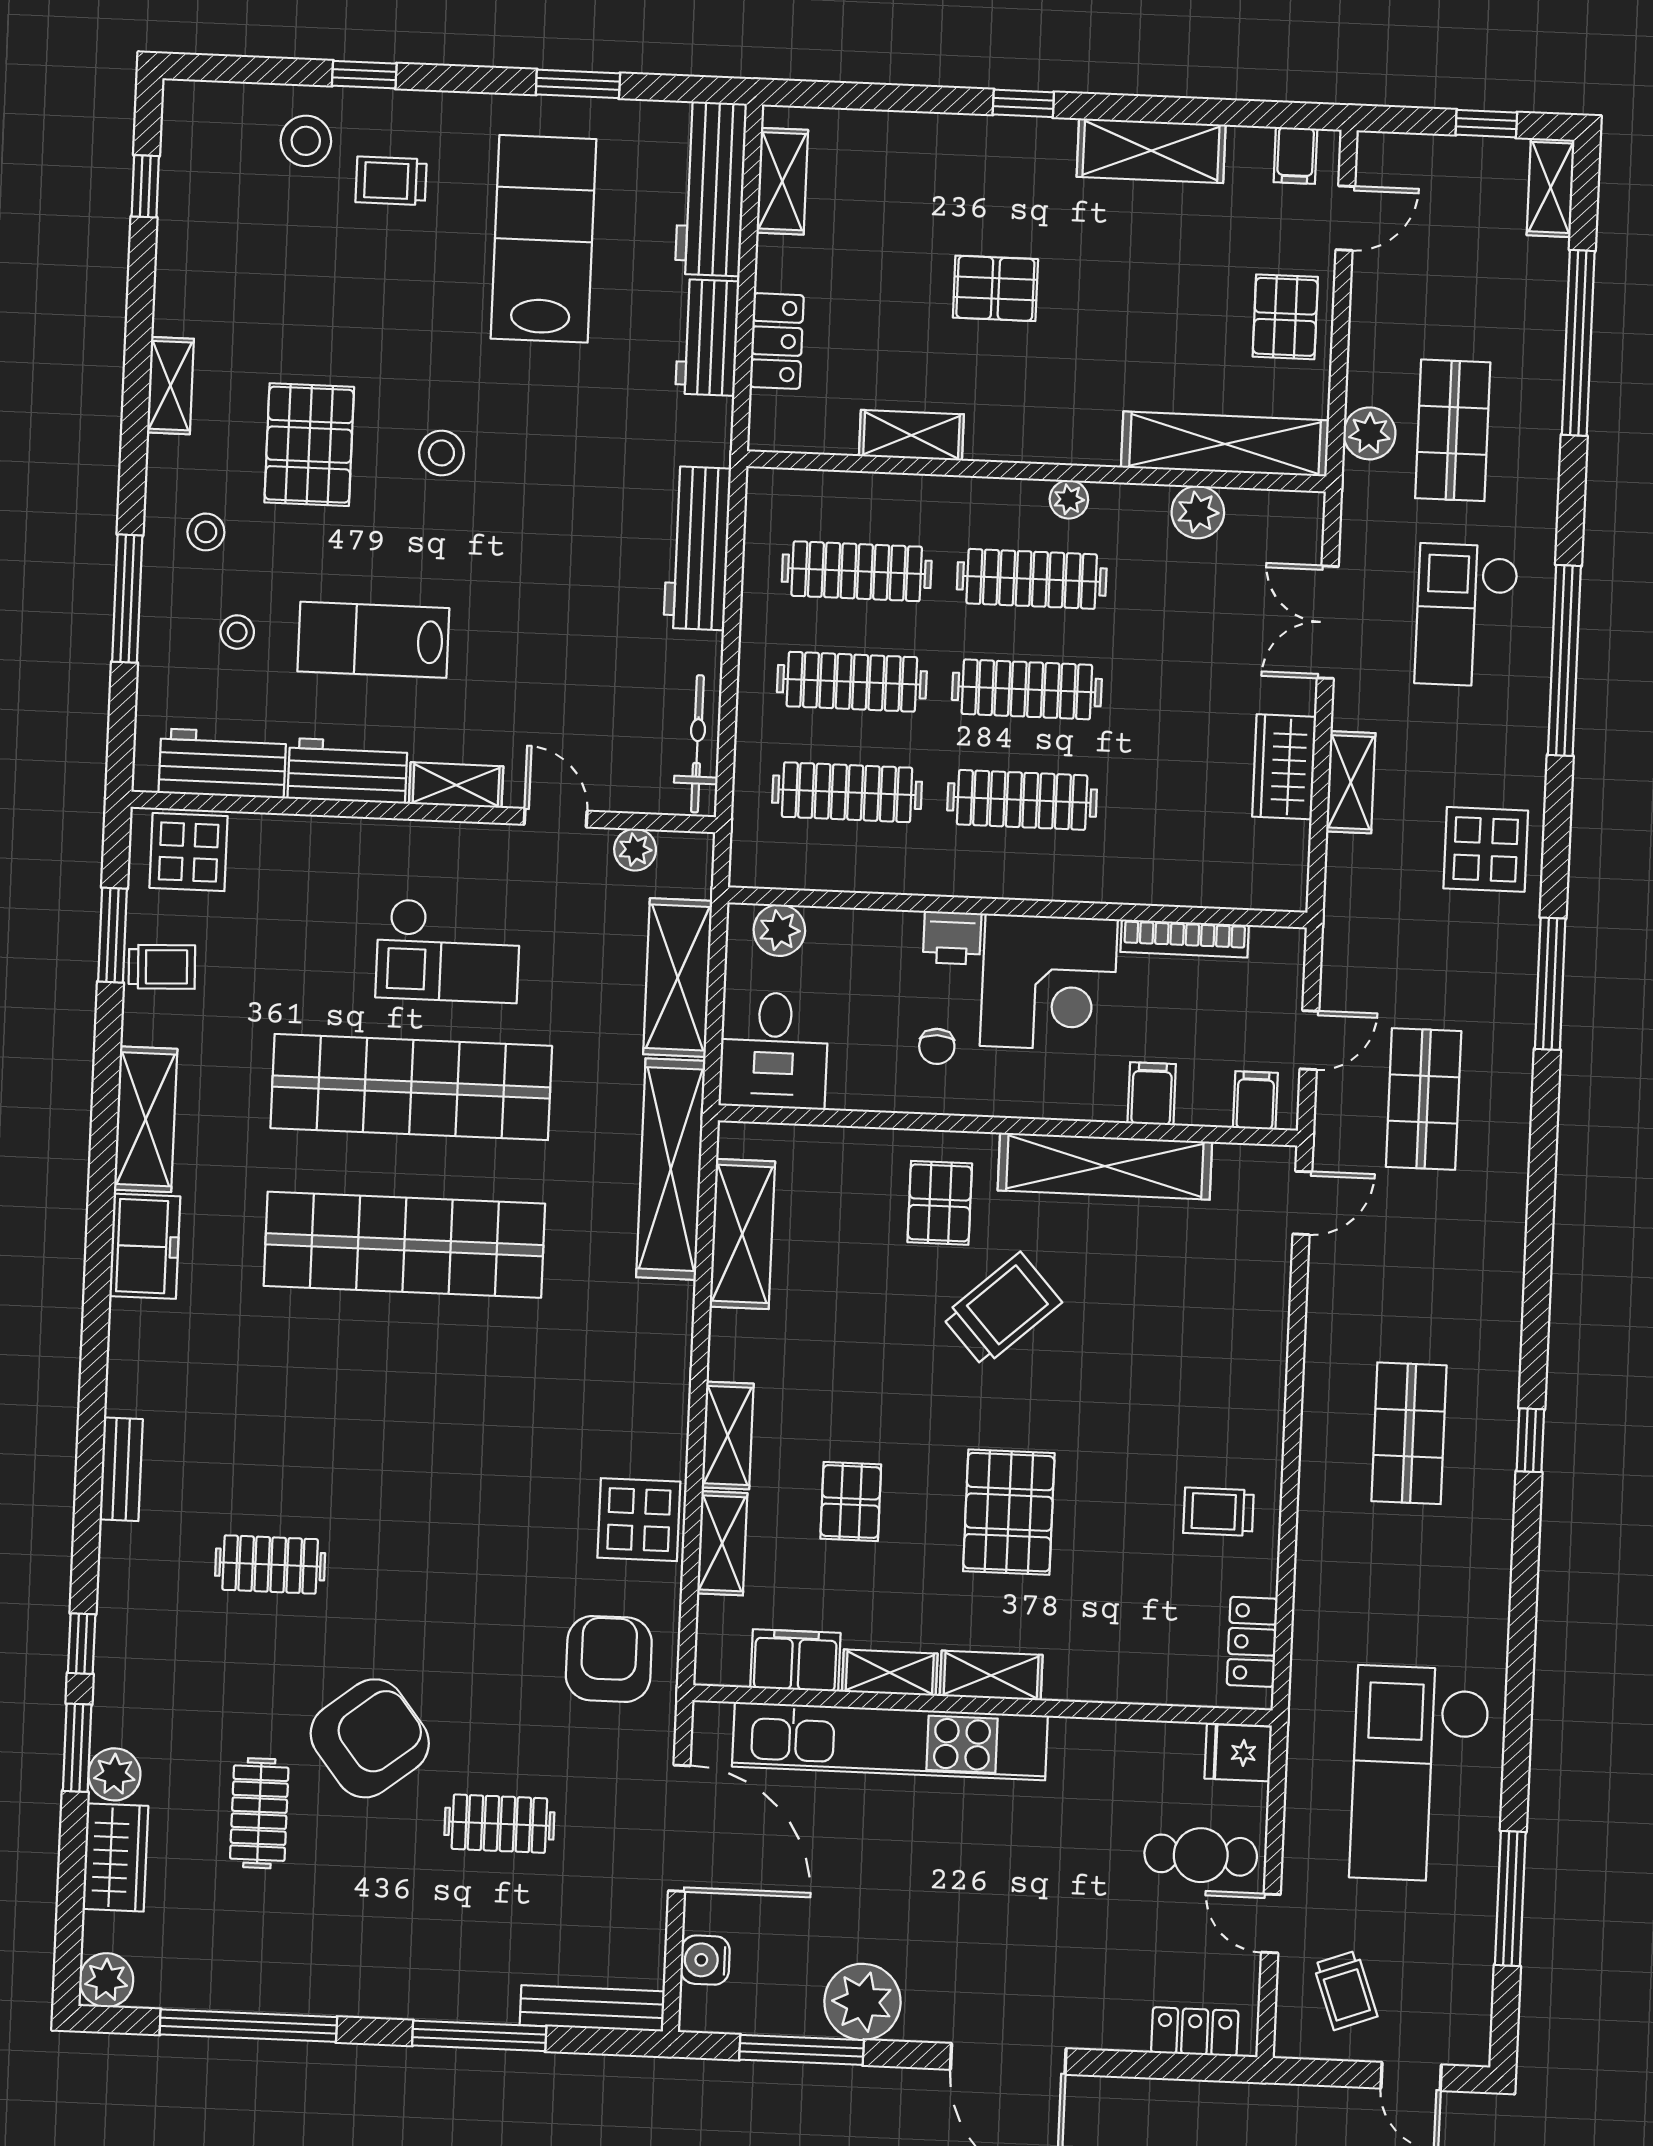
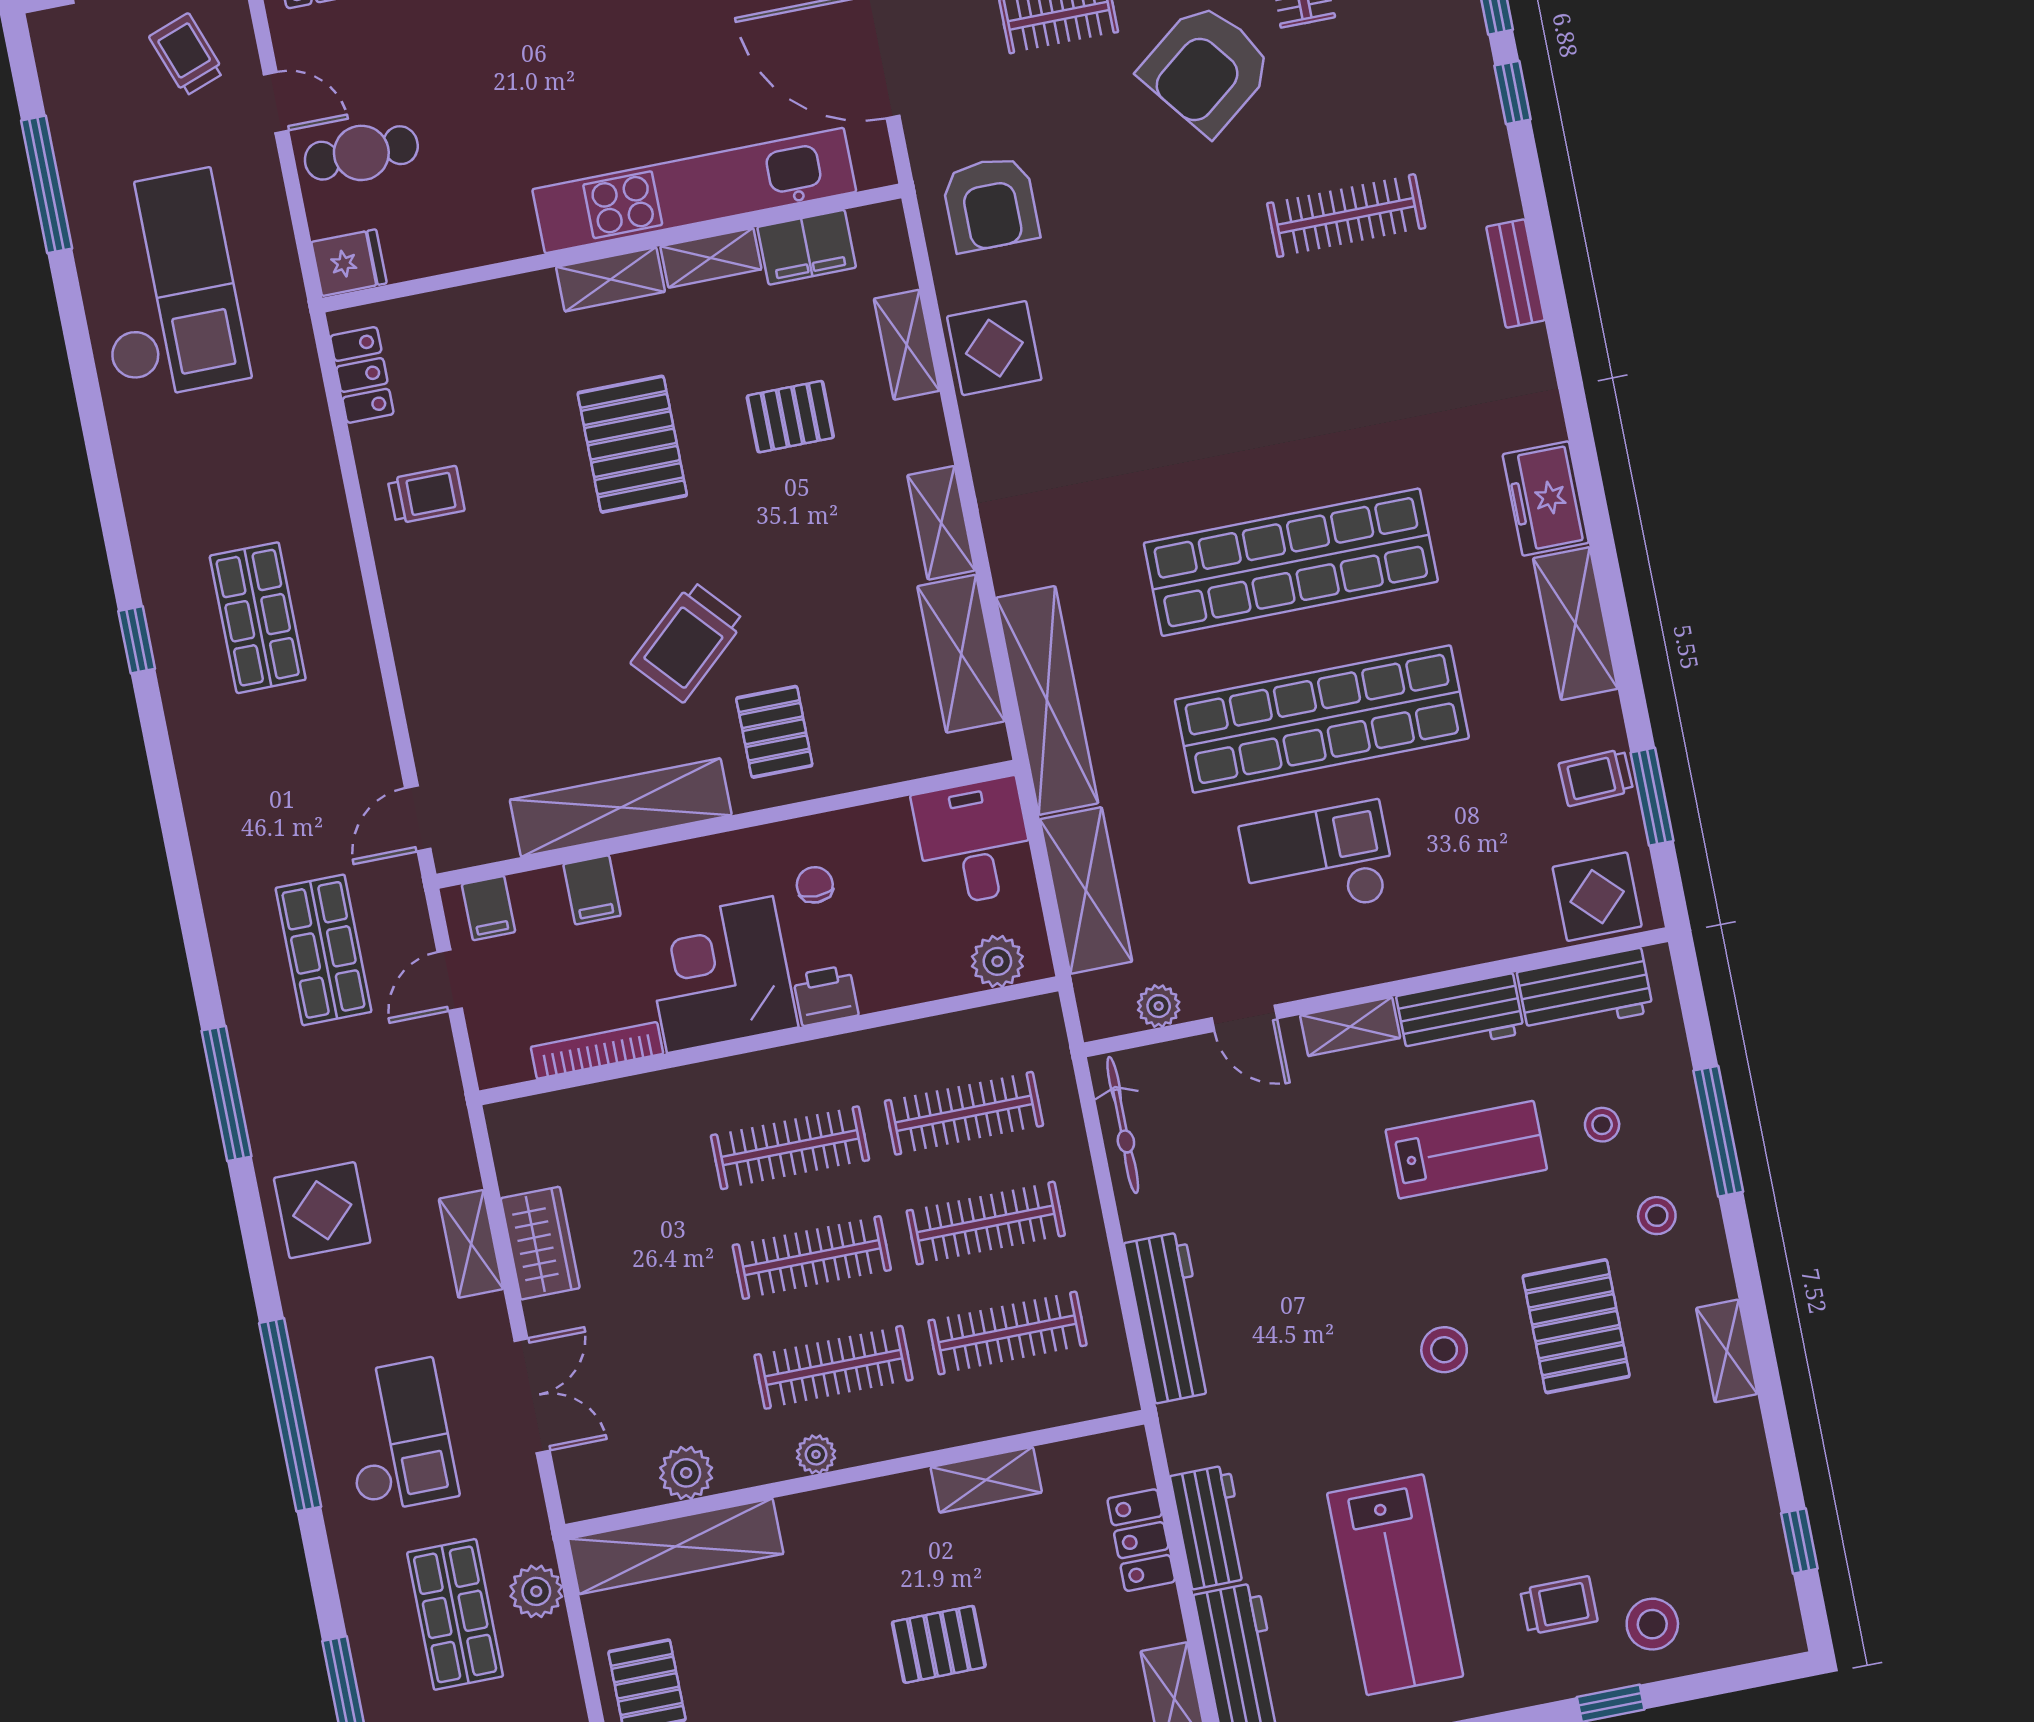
shelving: (728, 1436) -> (941, 523), moved
pallet: (851, 1502) -> (790, 417), turned 90
clothes rail: (270, 1564) -> (1346, 216), width x1.36

